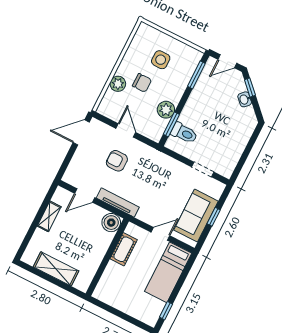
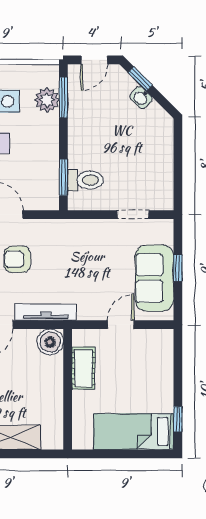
plant: (166, 110) -> (47, 100), moved
bed: (168, 272) -> (134, 432), moved, turned 90

